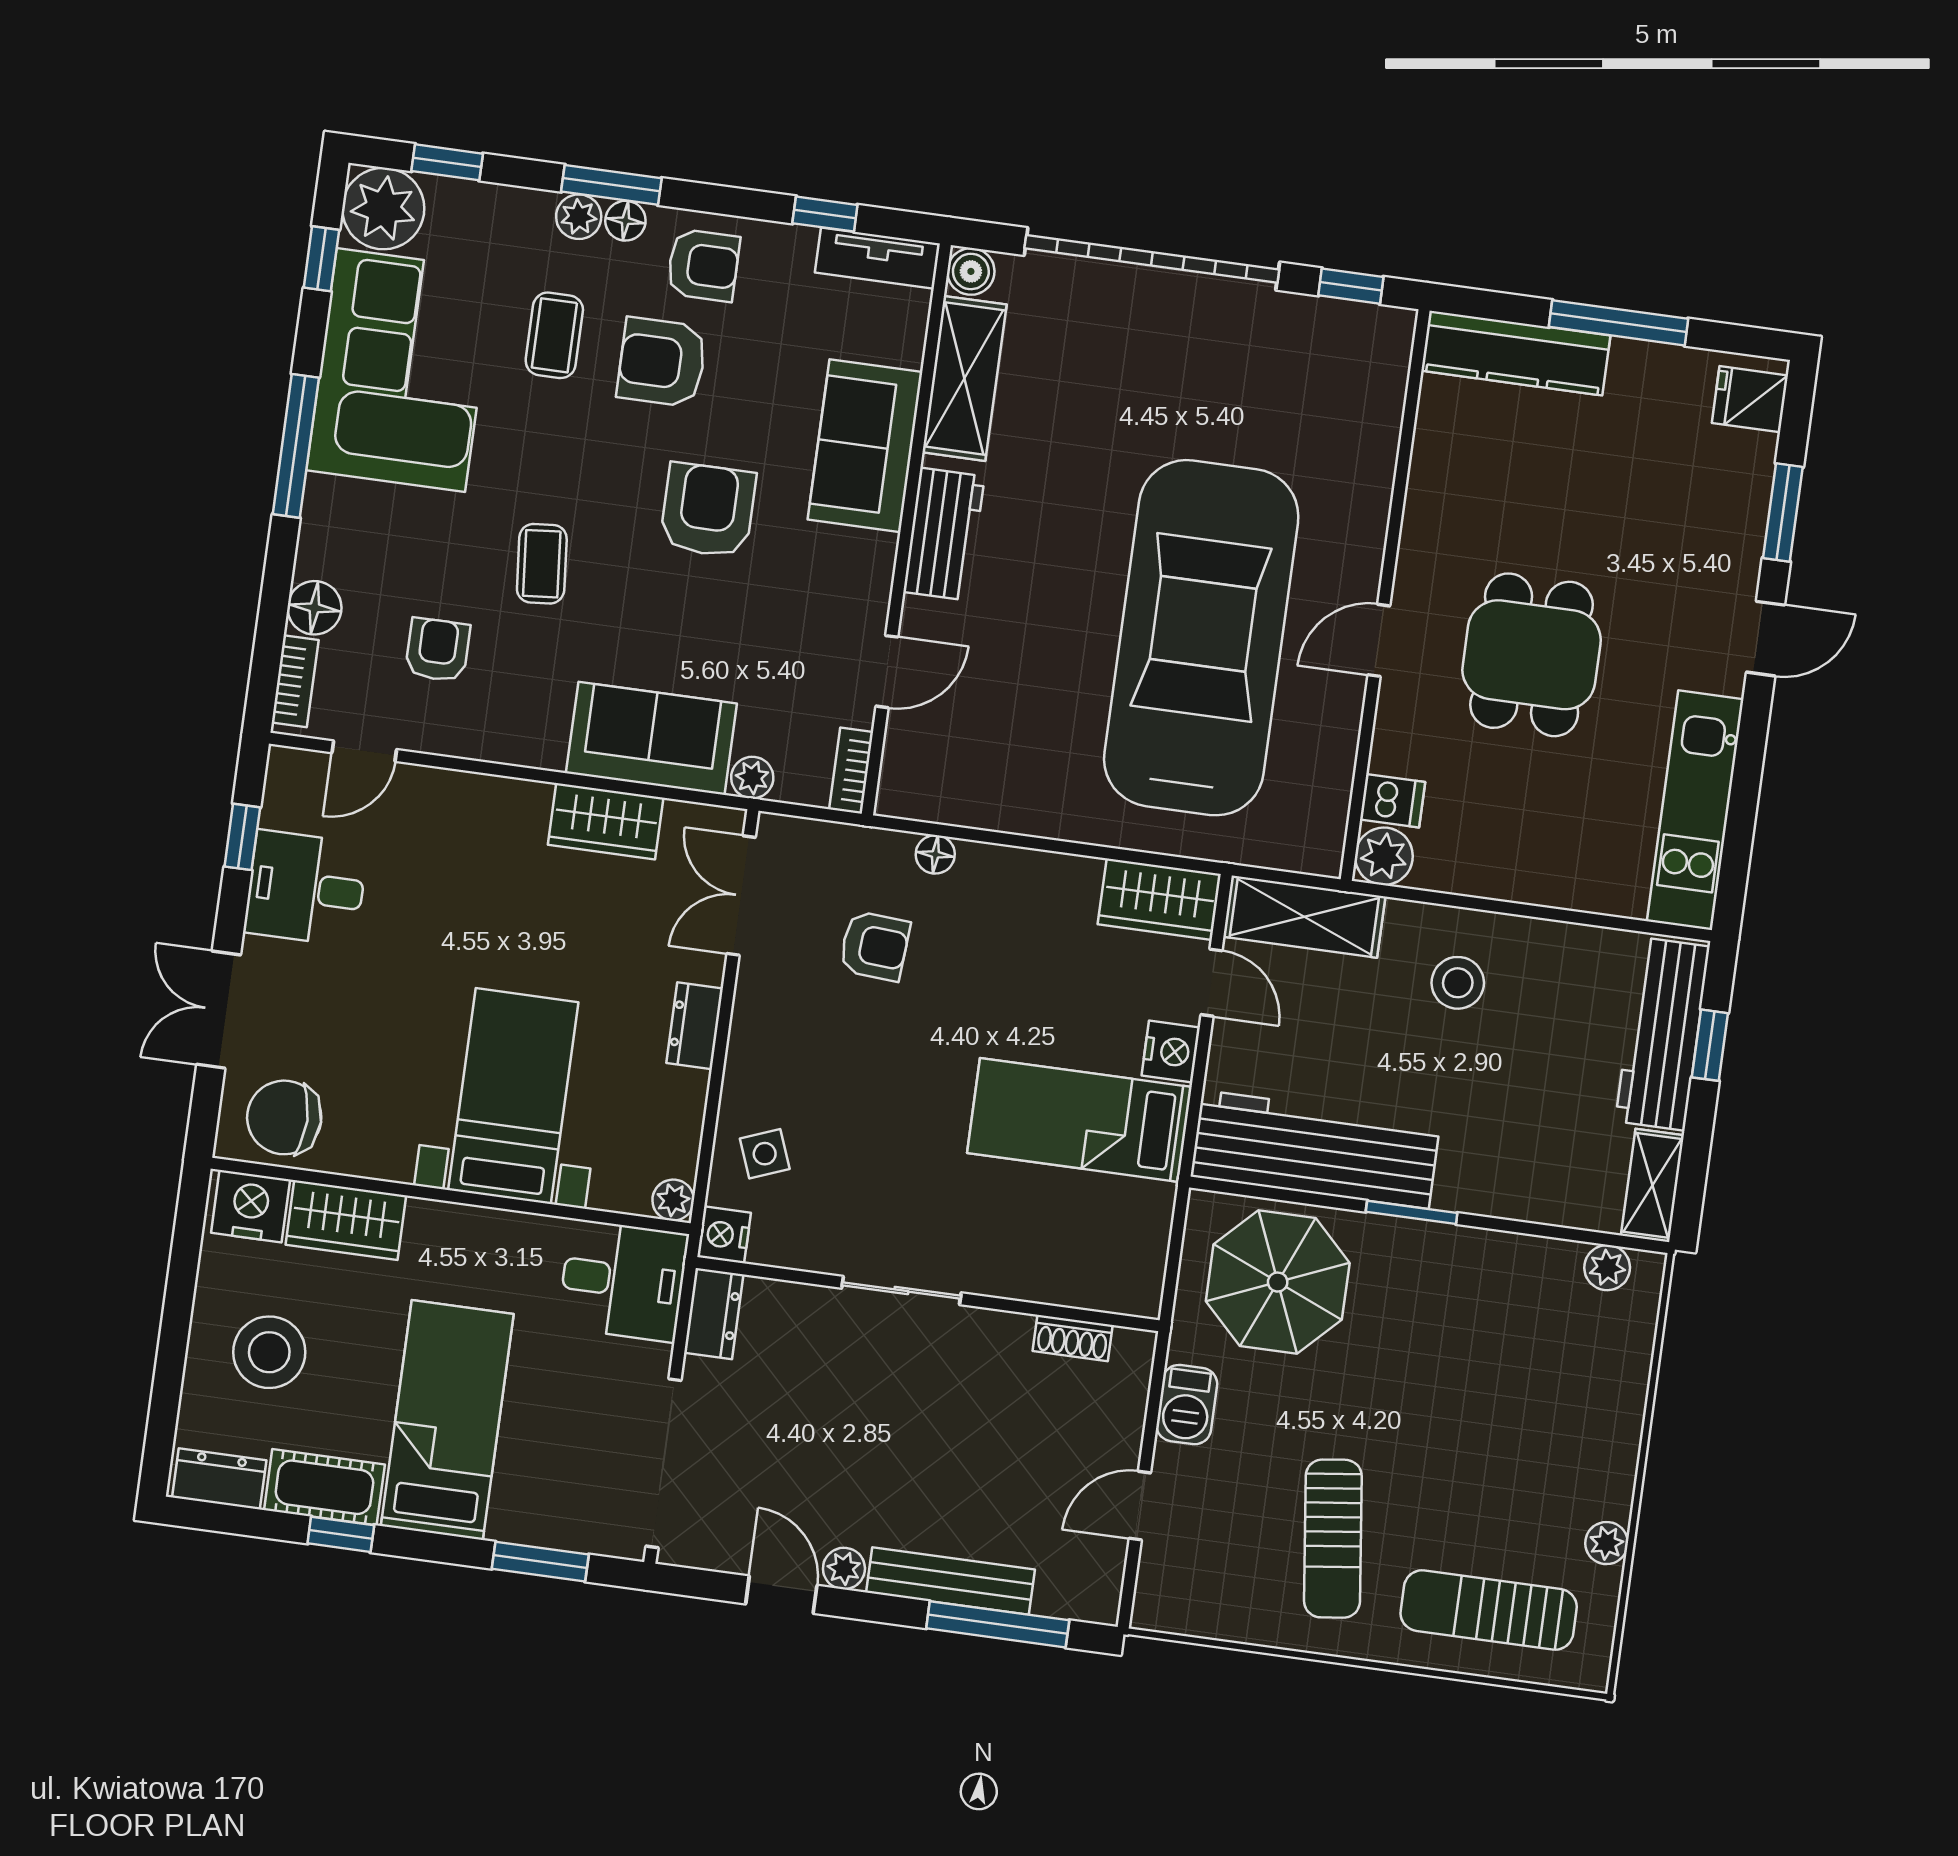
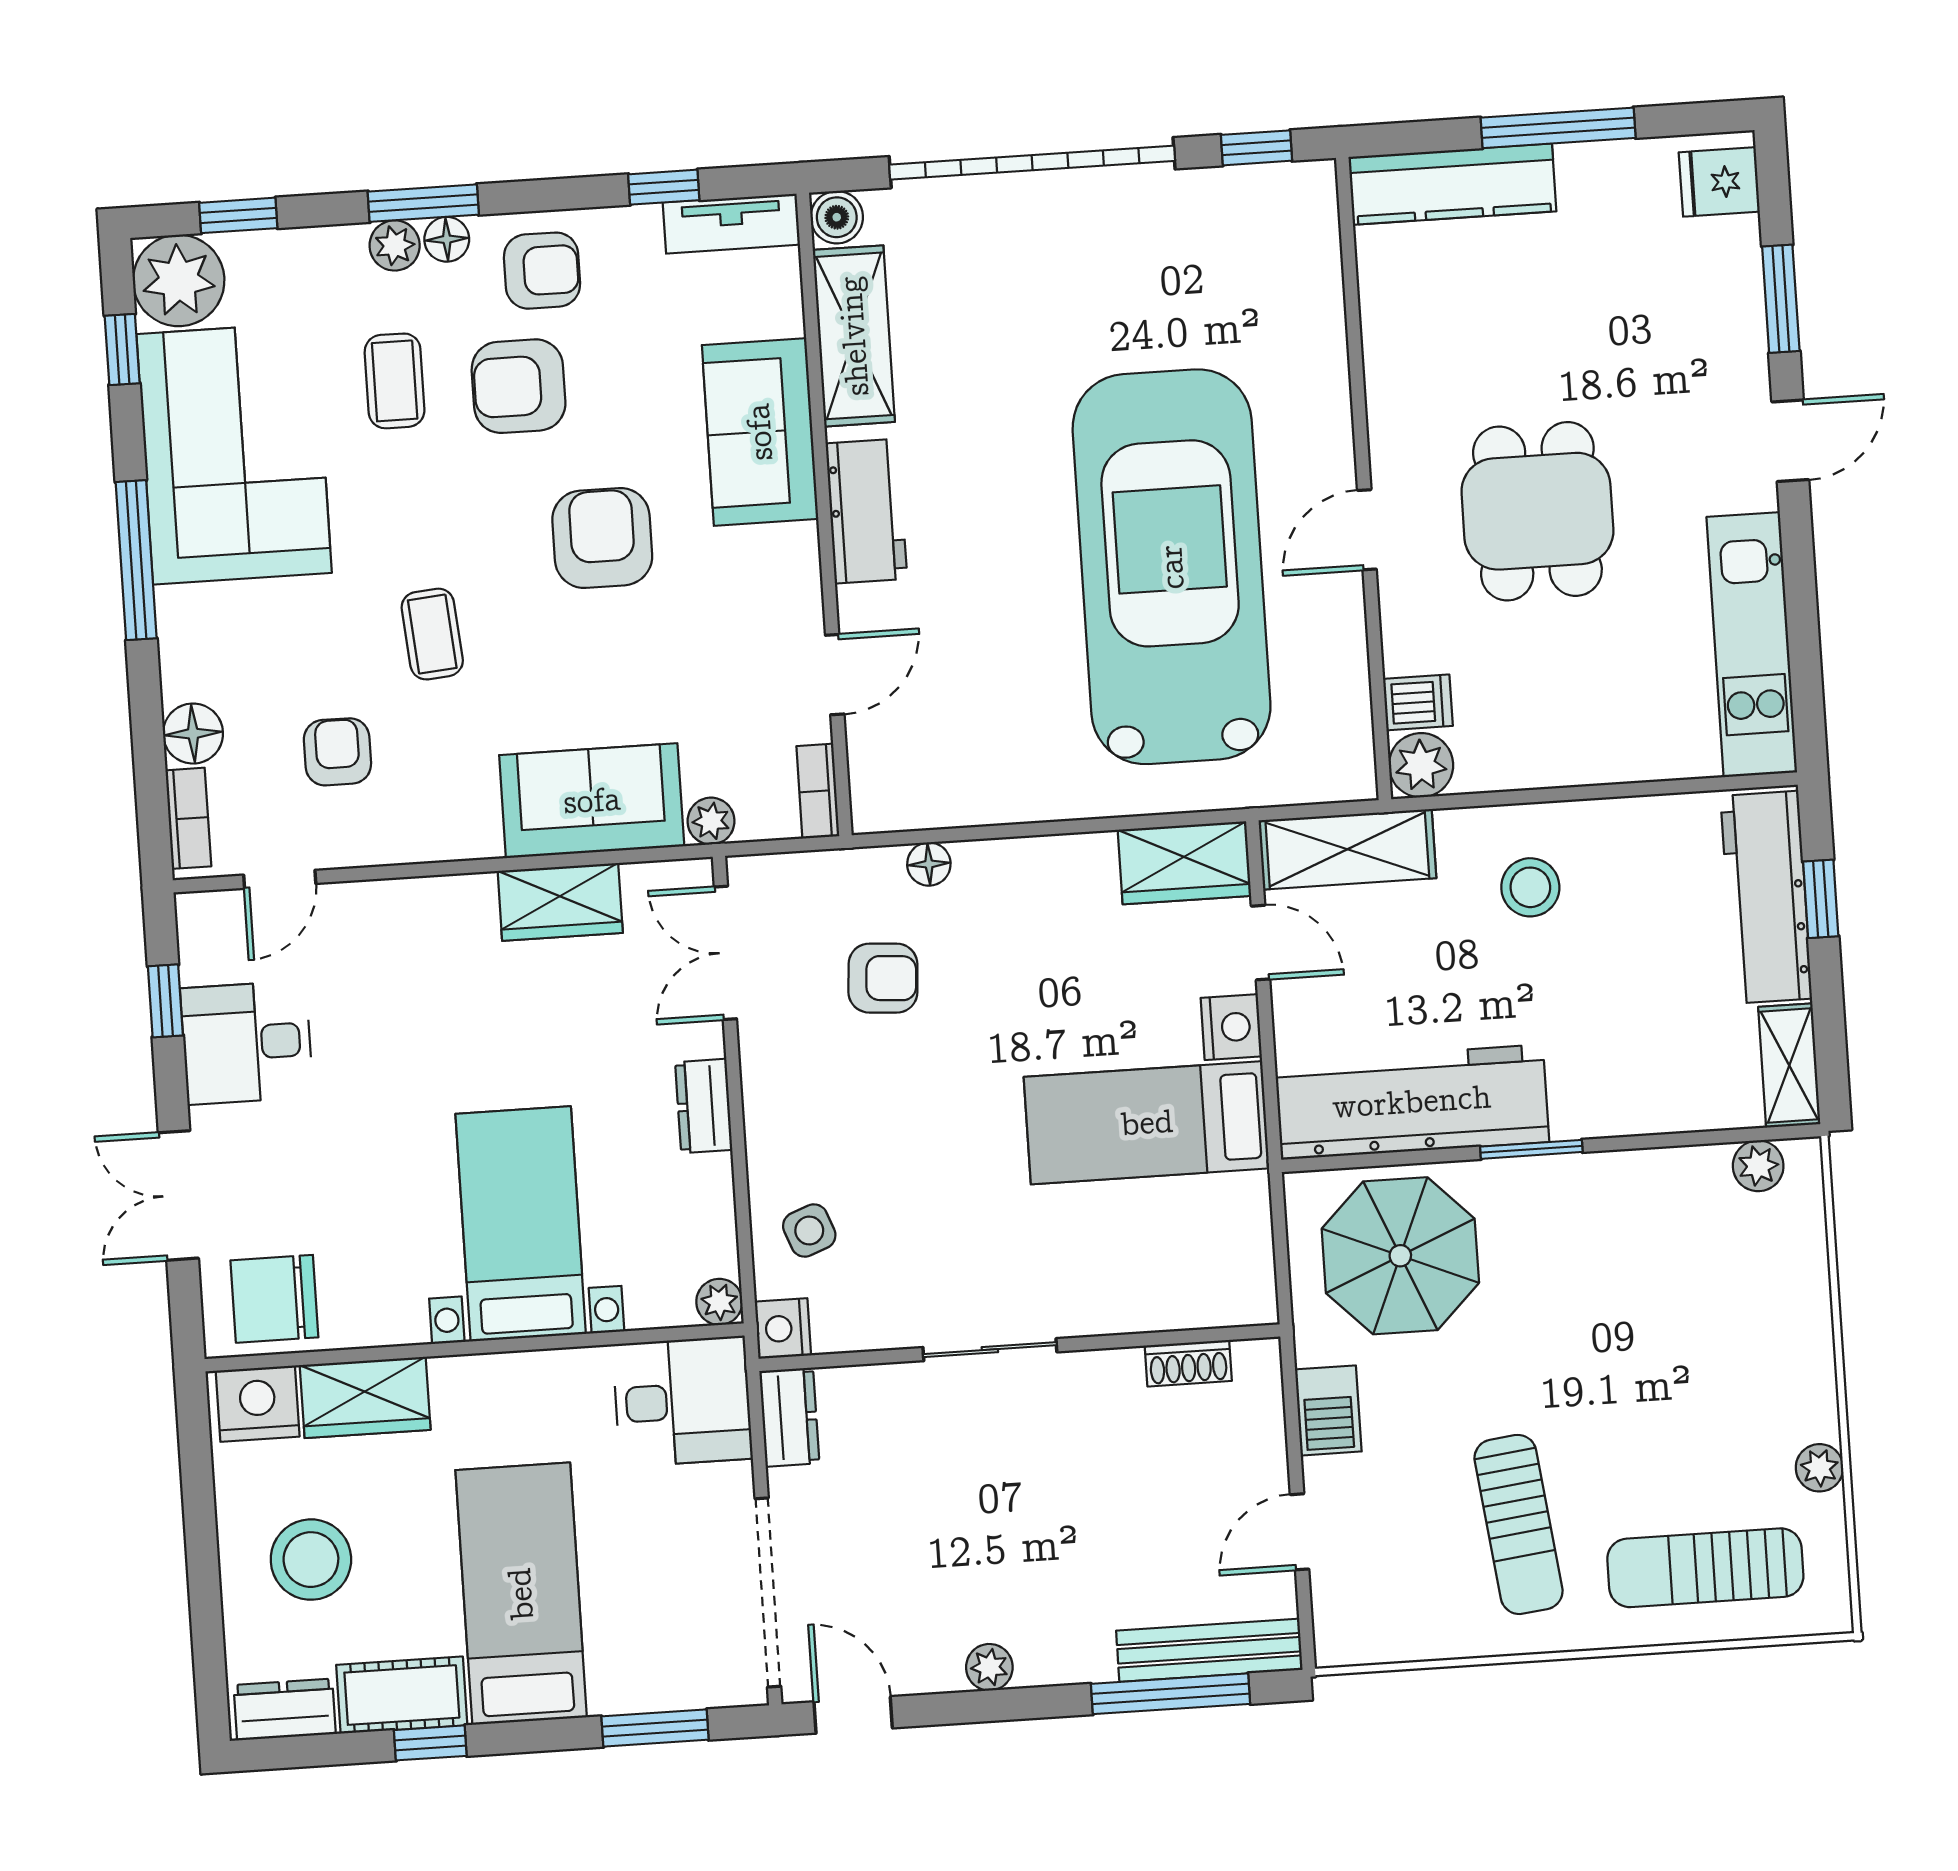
bench: (950, 1581) -> (1209, 1650), moved
door: (781, 1595) -> (853, 1715), moved

